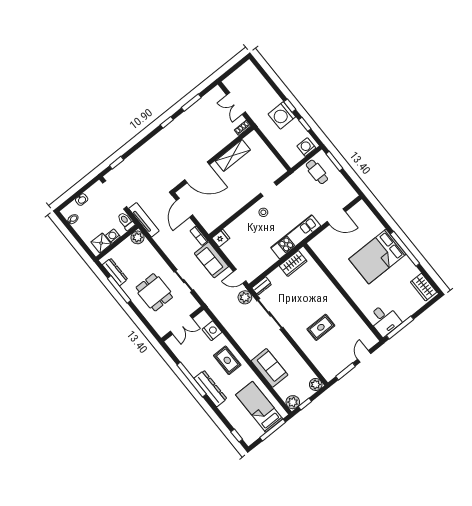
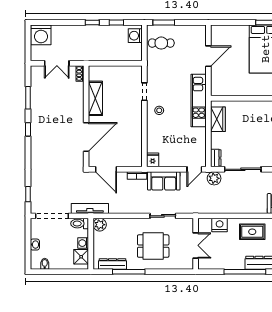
washing machine: (282, 115) -> (41, 35), moved

